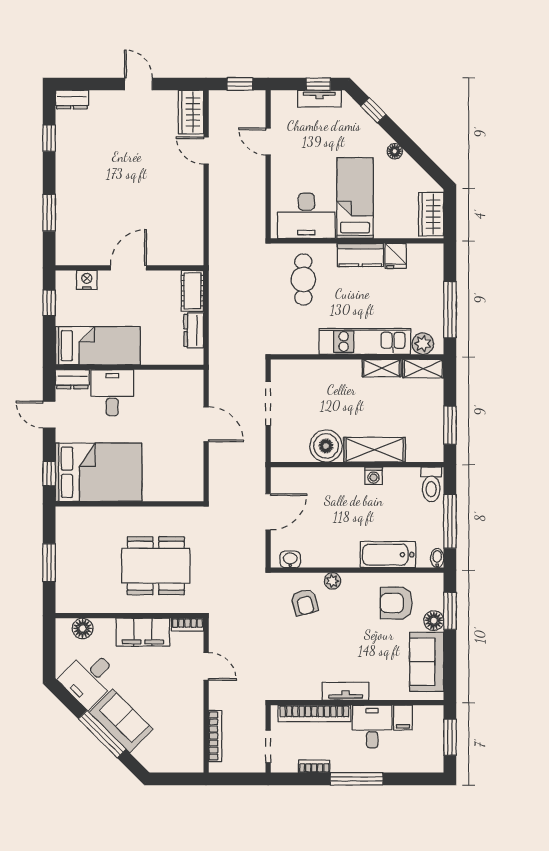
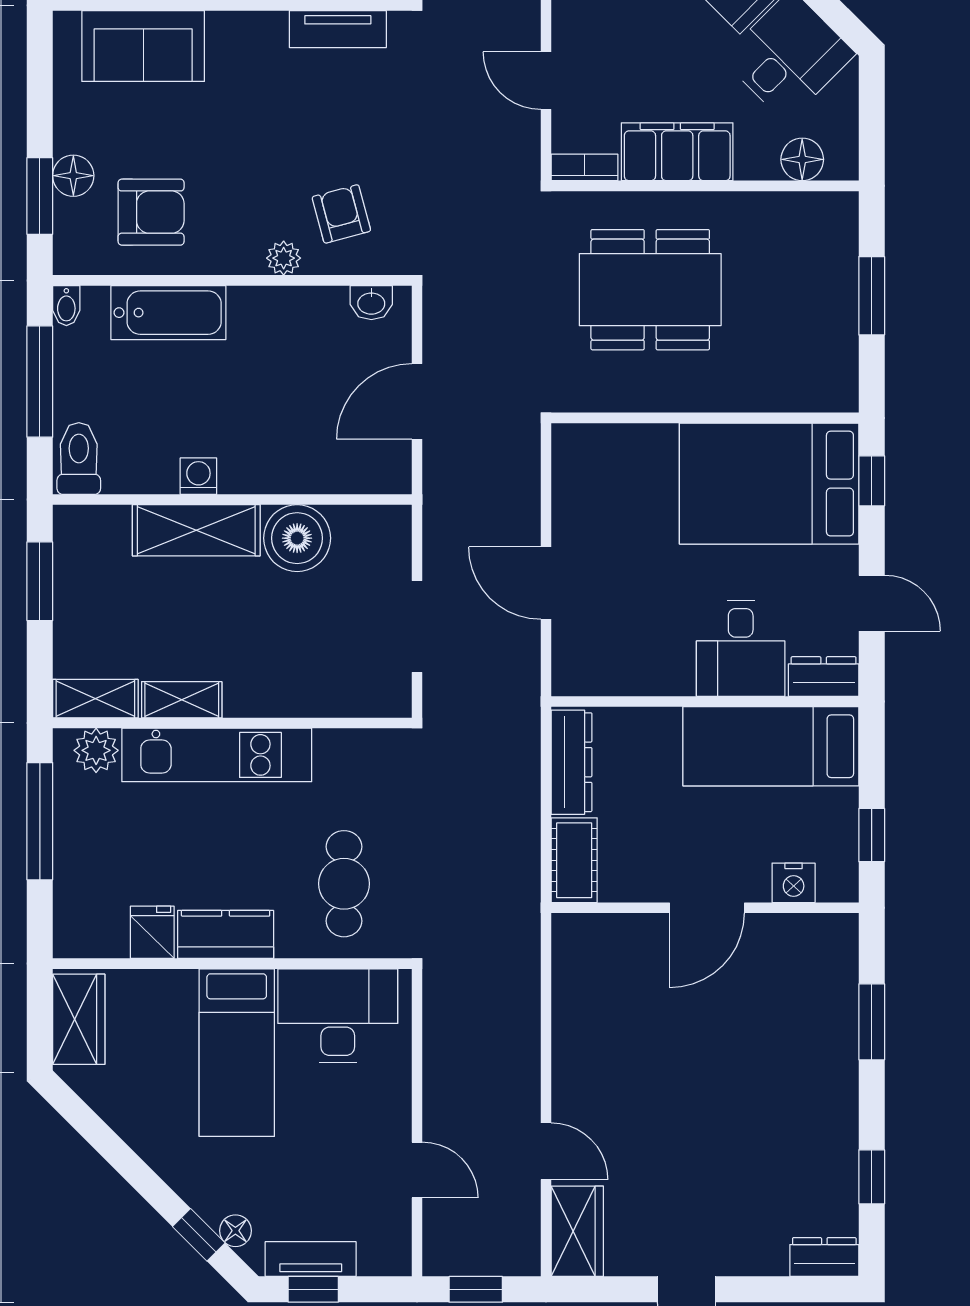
floor lamp: (395, 151) -> (235, 1231), moved
dresser: (194, 330) -> (572, 762), width x1.44
sofa: (427, 662) -> (143, 46), moved, turned 90
tv unit: (346, 691) -> (338, 29), moved

